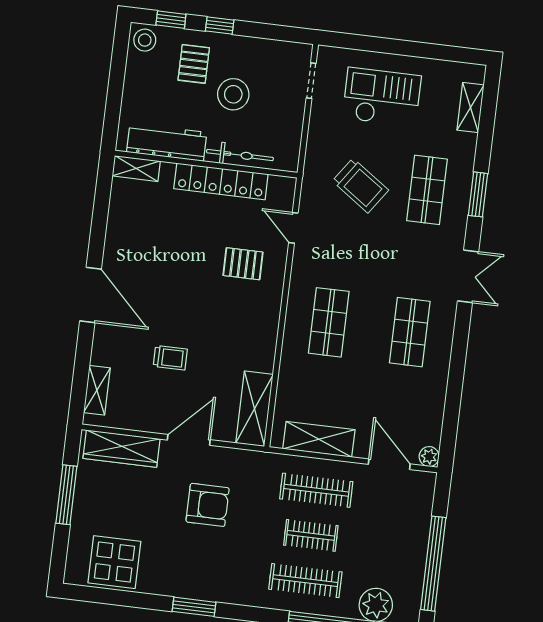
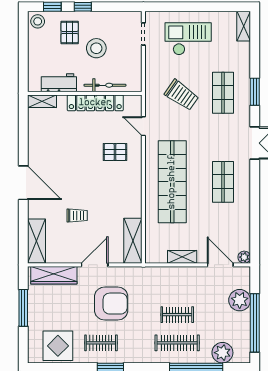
shelving: (470, 107) -> (244, 26), moved
workbench: (167, 142) -> (59, 83), width x0.73
shop shelf: (329, 322) -> (172, 182), width x2.00, depth x1.36
shelving: (97, 390) -> (36, 241), width x1.50, depth x1.33
shelving: (319, 439) -> (182, 257), width x0.67, depth x0.75
clothes rail: (316, 490) -> (101, 343), moved, width x0.73
armchair: (208, 505) -> (111, 304), width x1.36, depth x1.36
plant: (413, 524) -> (240, 300), added

